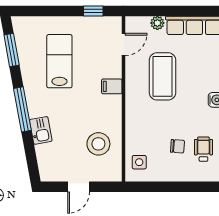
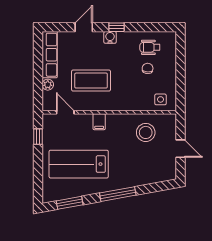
lab bench: (59, 61) -> (79, 164), width x1.36, depth x1.39
kitchen sink: (41, 130) -> (135, 179), removed

